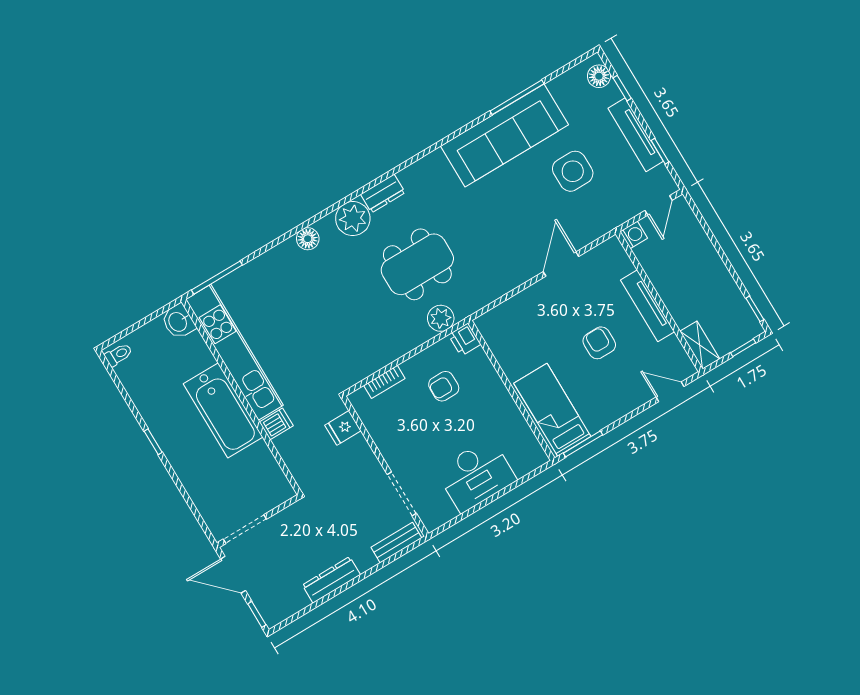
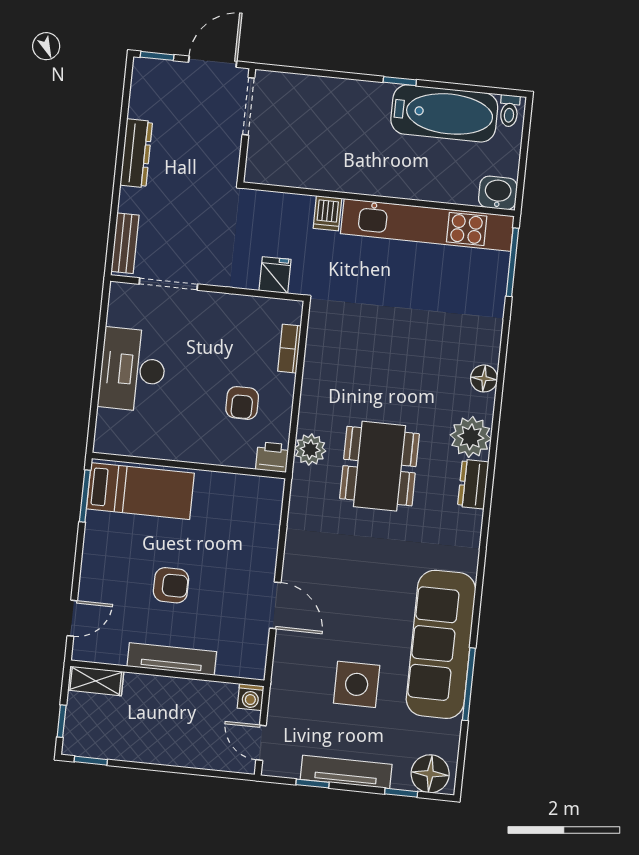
floor lamp: (599, 76) -> (430, 774), width x1.38, depth x1.38
armchair: (444, 386) -> (242, 403), turned 180
bathtub: (223, 410) -> (444, 113), moved, turned 180

